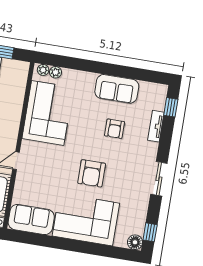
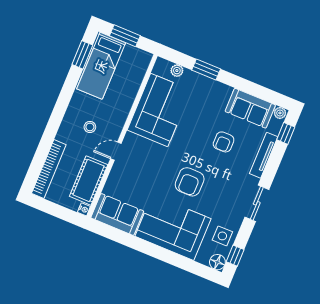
window: (83, 65) -> (206, 69), added
plant: (43, 70) -> (280, 113), moved
sofa: (117, 89) -> (250, 108), moved
tv unit: (156, 126) -> (264, 155), width x1.41
side table: (134, 217) -> (222, 236), added

